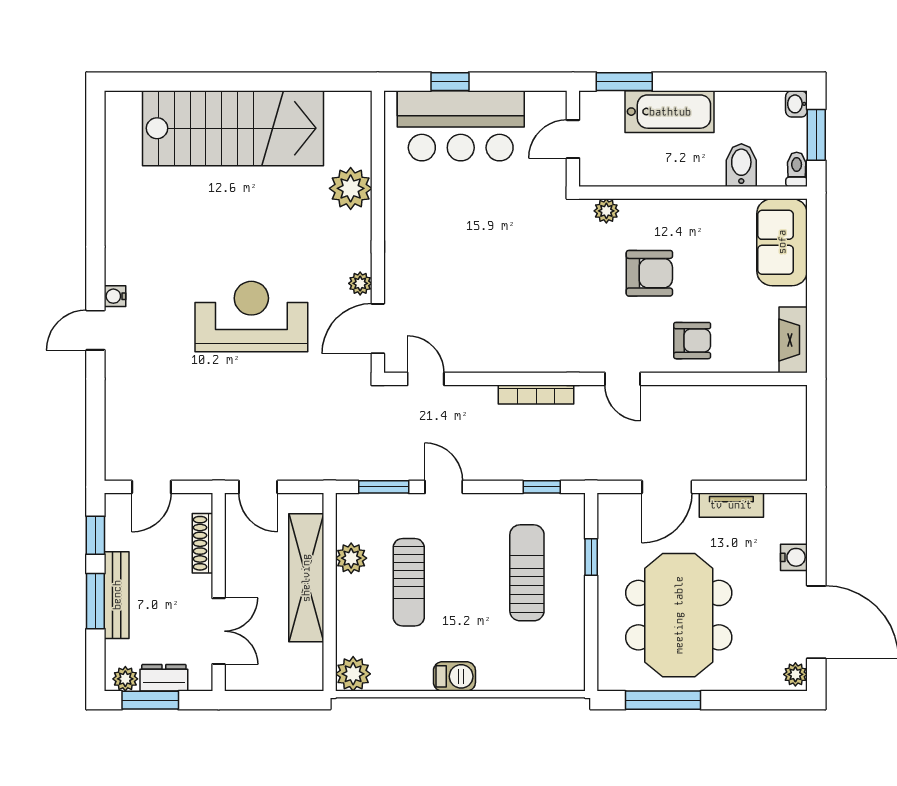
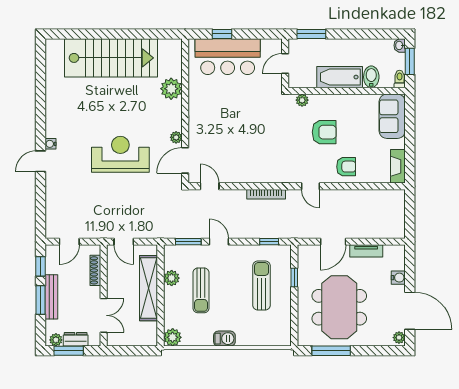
bathtub: (670, 112) -> (340, 77), moved, turned 180

